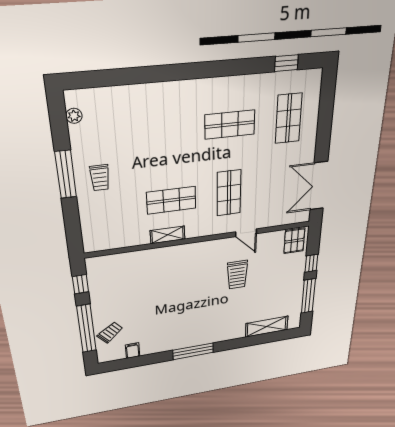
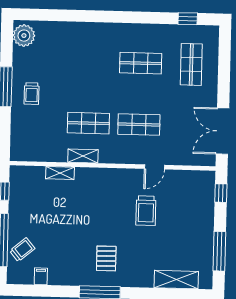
plant: (74, 116) -> (24, 36), width x1.88, depth x1.88
shop shelf: (229, 193) -> (139, 124), turned 90
door: (246, 233) -> (154, 167), hinge flipped
pallet: (294, 241) -> (106, 258), moved
shelving: (143, 256) -> (60, 173), added
window: (311, 263) -> (221, 193), moved

